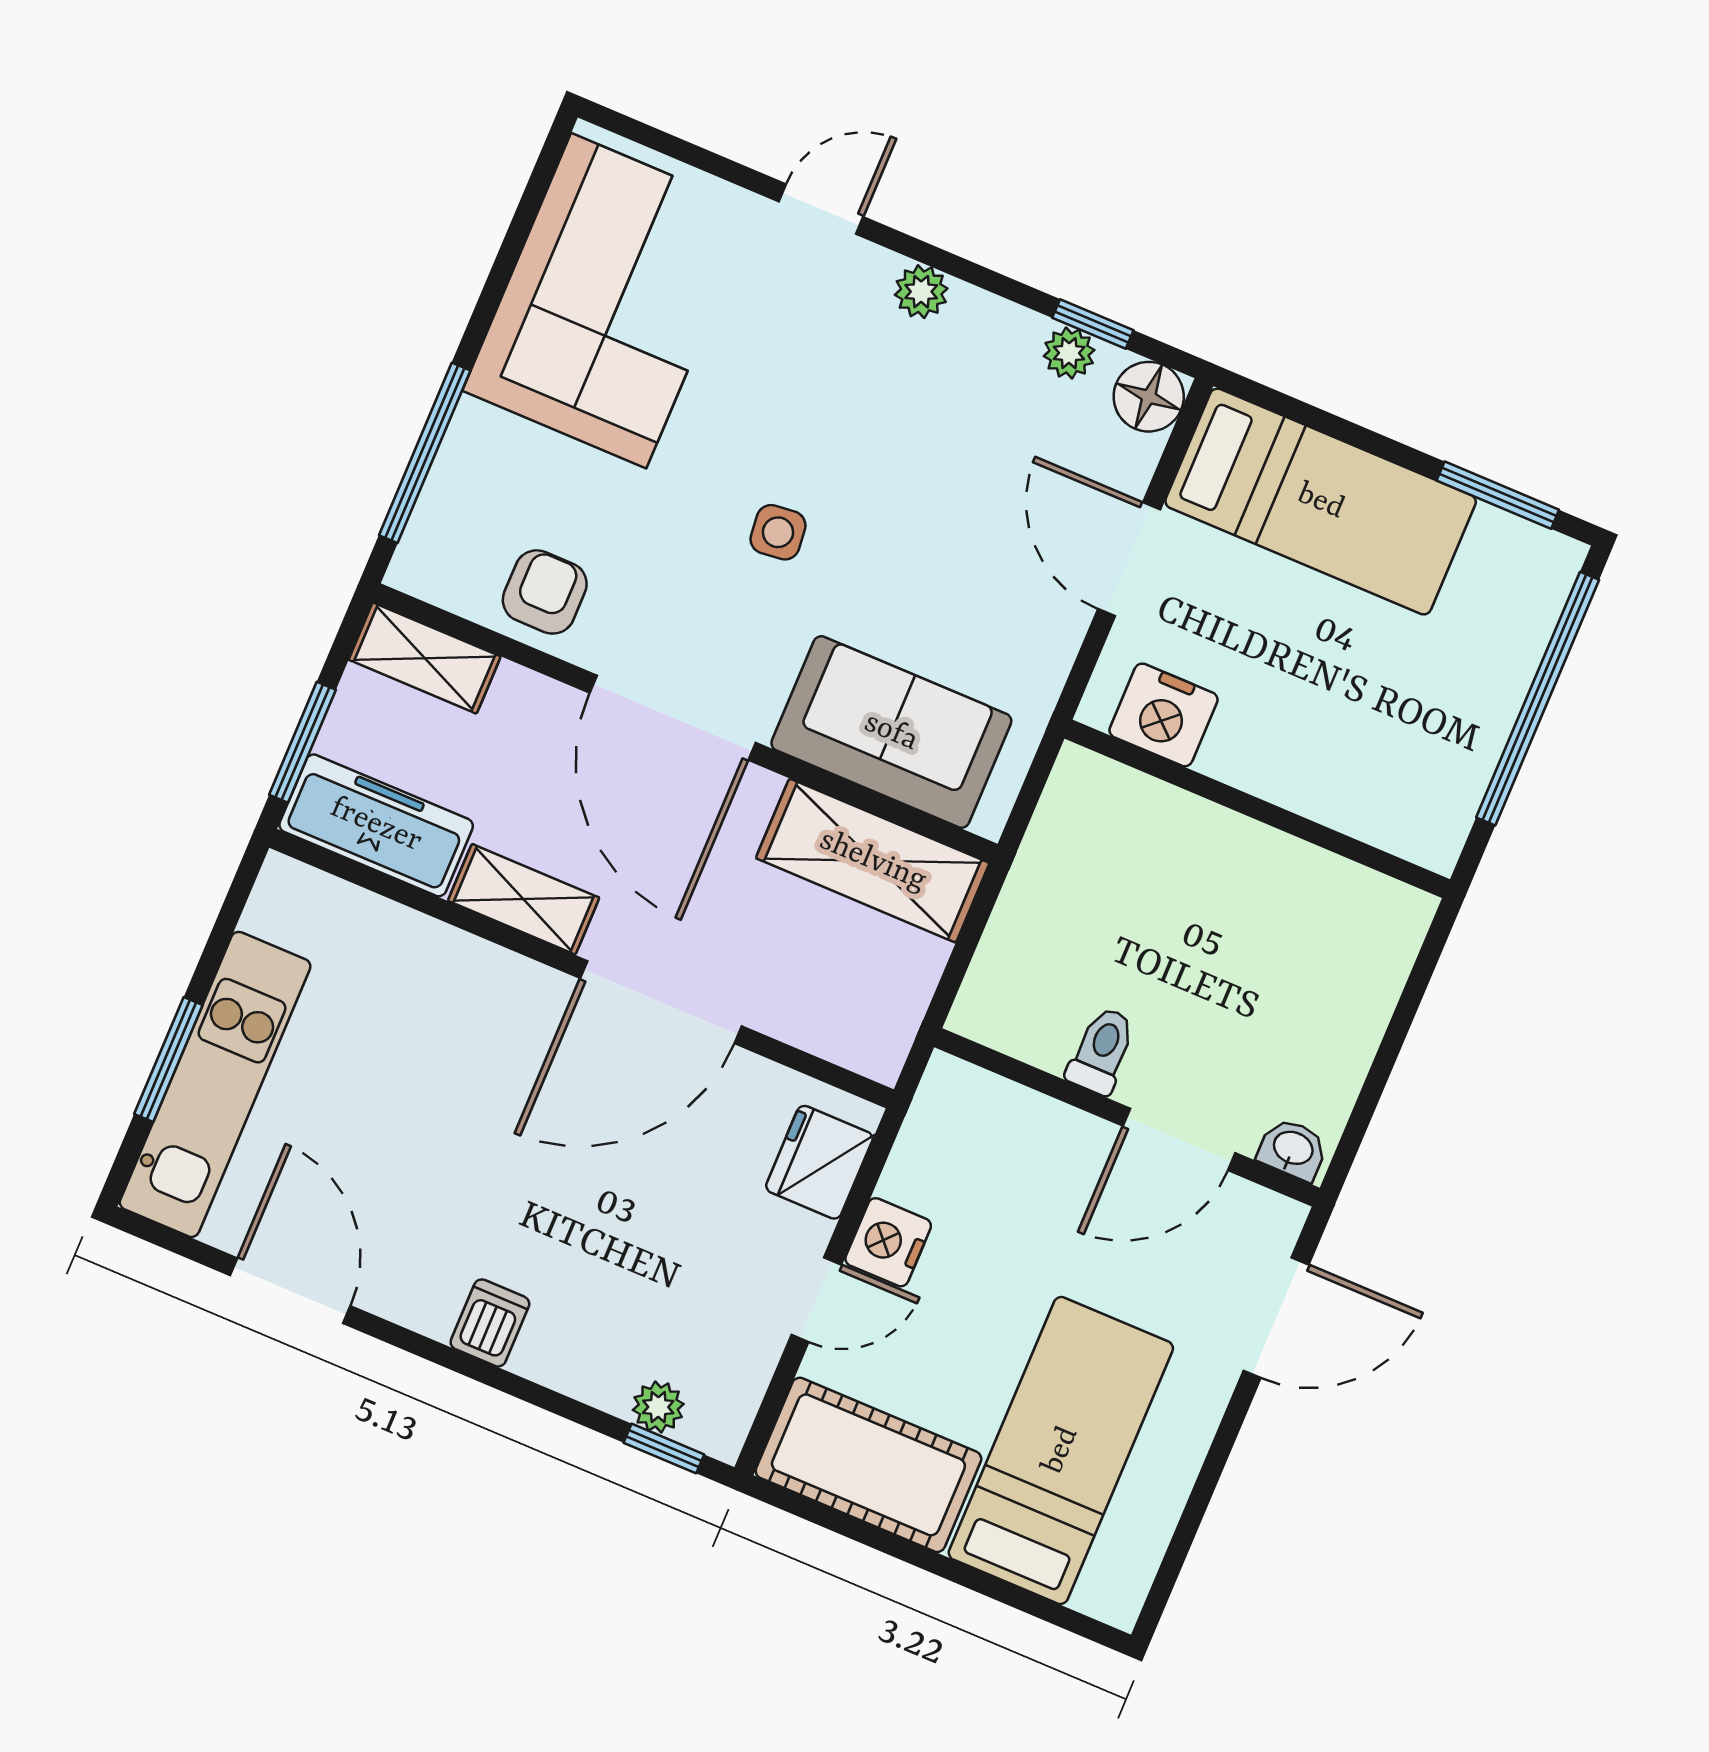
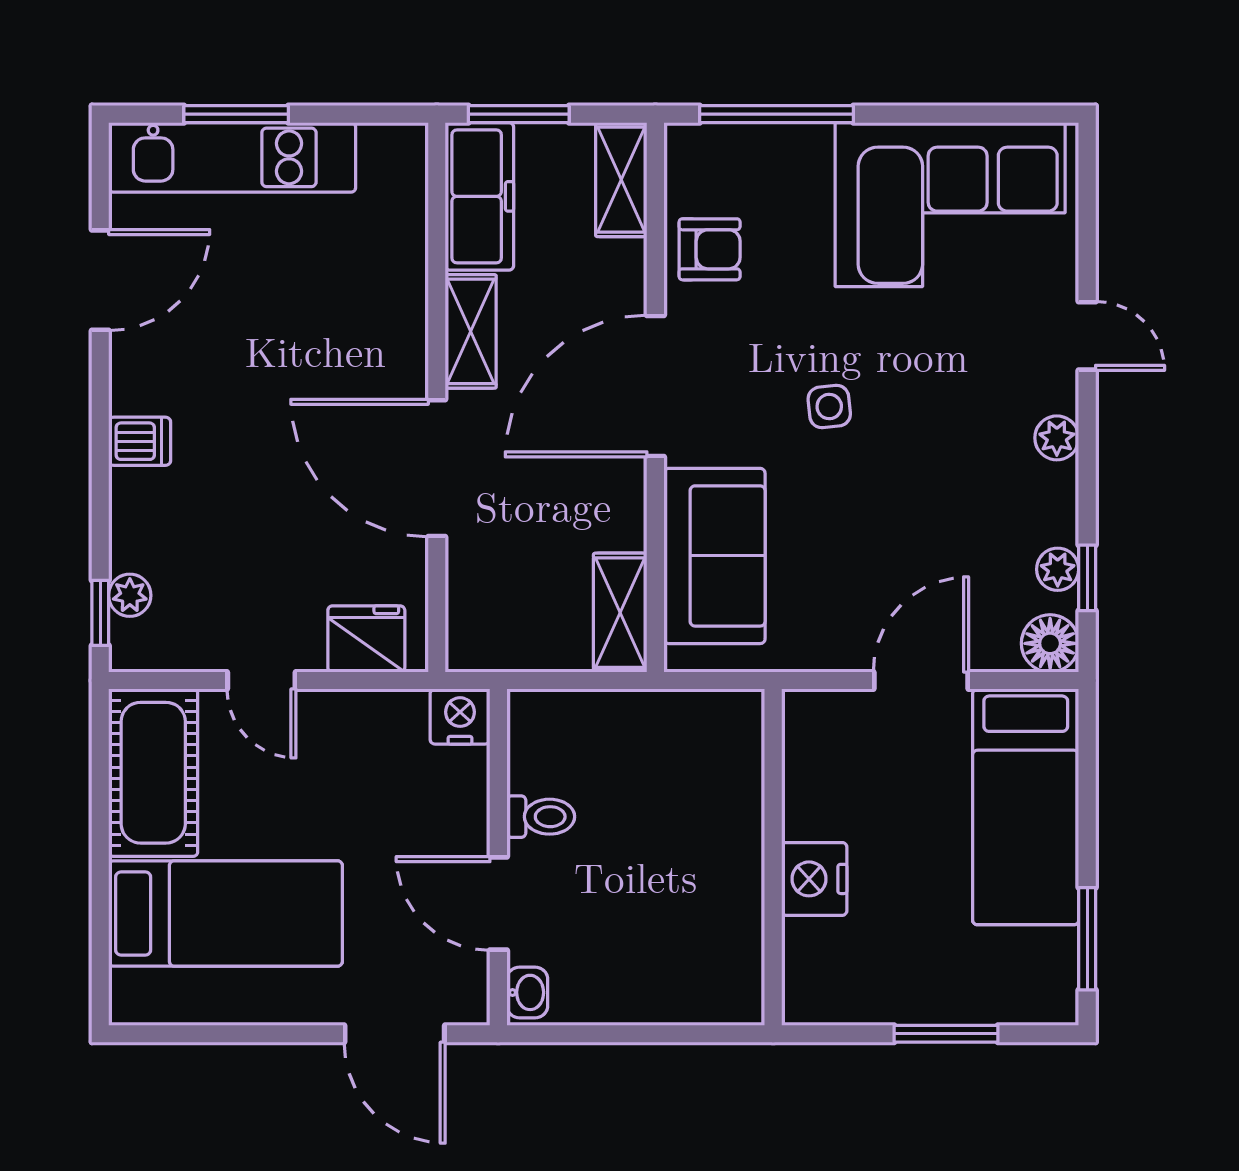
window: (1538, 699) -> (946, 1034), width x0.47
nightstand: (1163, 715) -> (814, 879), moved
shelving: (873, 861) -> (620, 613), width x0.67, depth x0.75
nightstand: (888, 1242) -> (460, 716), moved

